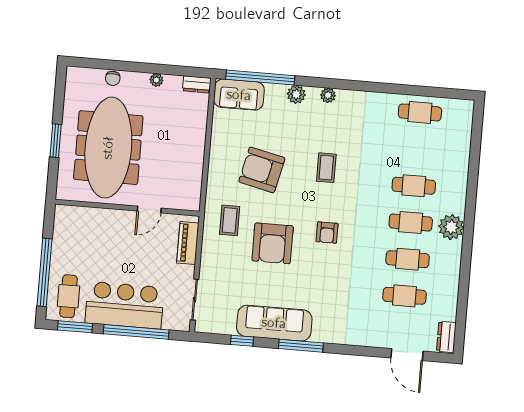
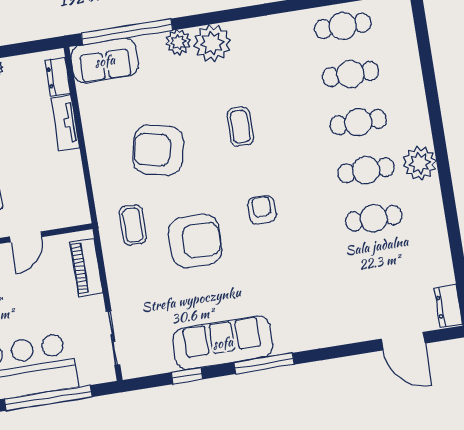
dresser: (197, 84) -> (58, 77), moved, turned 90
plant: (328, 95) -> (212, 43), width x1.87, depth x1.87
tv unit: (199, 133) -> (65, 123), added
armchair: (327, 233) -> (262, 210), turned 180
armchair: (273, 243) -> (195, 241), turned -89
cafe table: (404, 296) -> (351, 74), moved

